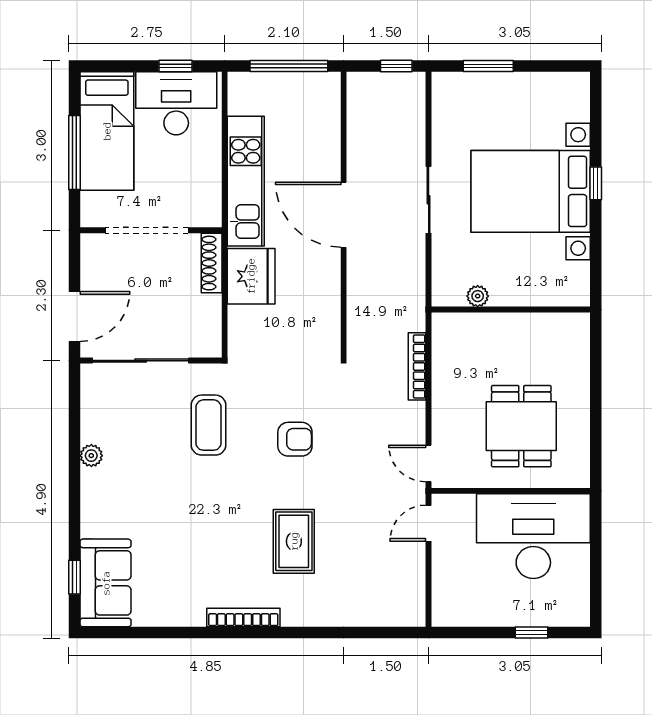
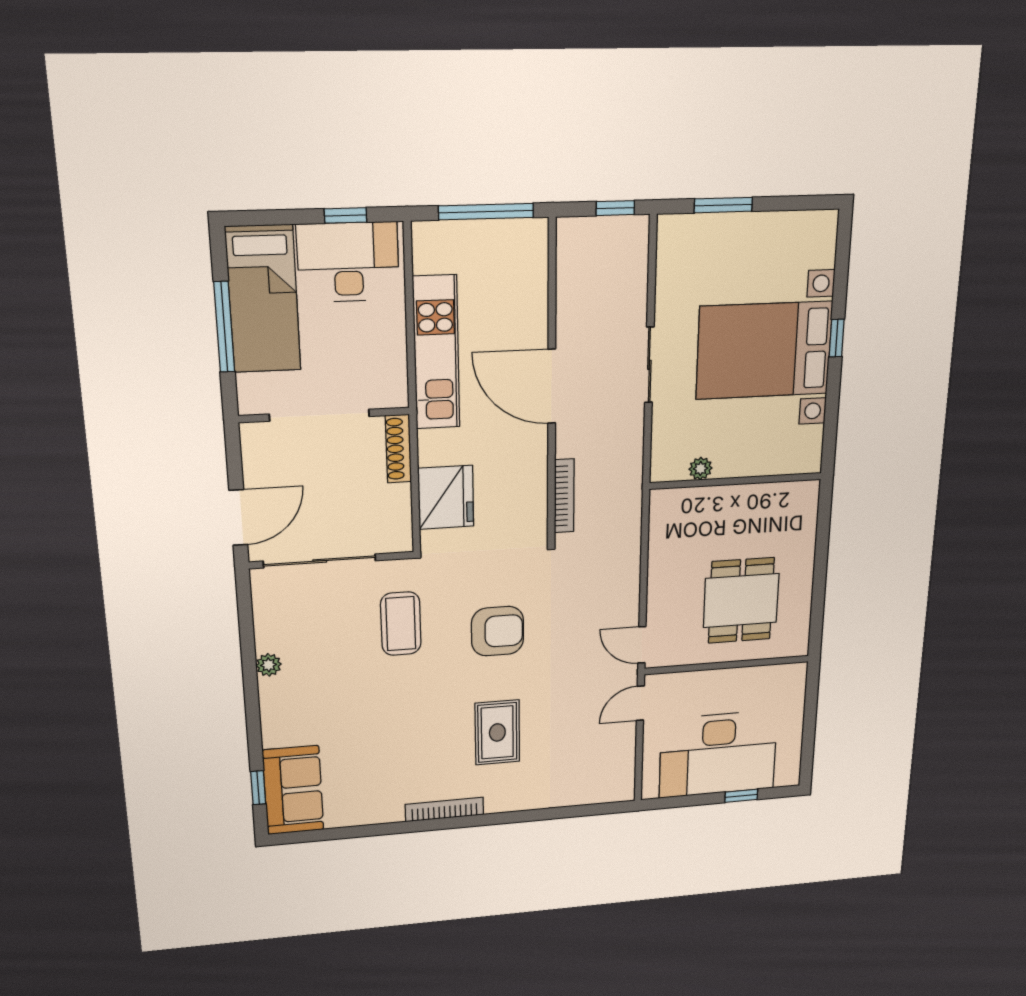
fridge: (251, 276) -> (446, 497), moved
bookcase: (417, 366) -> (564, 496), moved, turned 180
armchair: (295, 439) -> (498, 631), width x1.38, depth x1.38
desk: (533, 536) -> (718, 754), moved, turned 180

